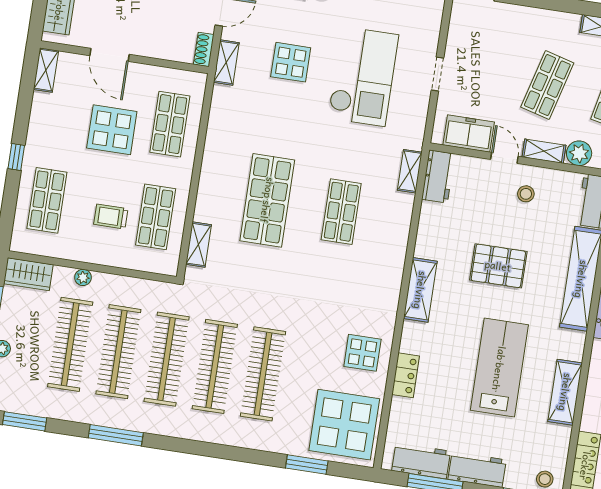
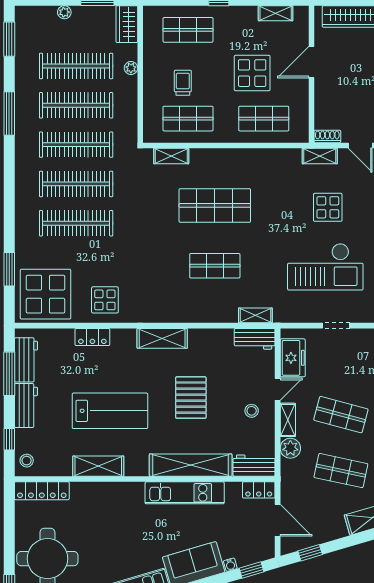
shelving: (46, 70) -> (276, 13), moved

